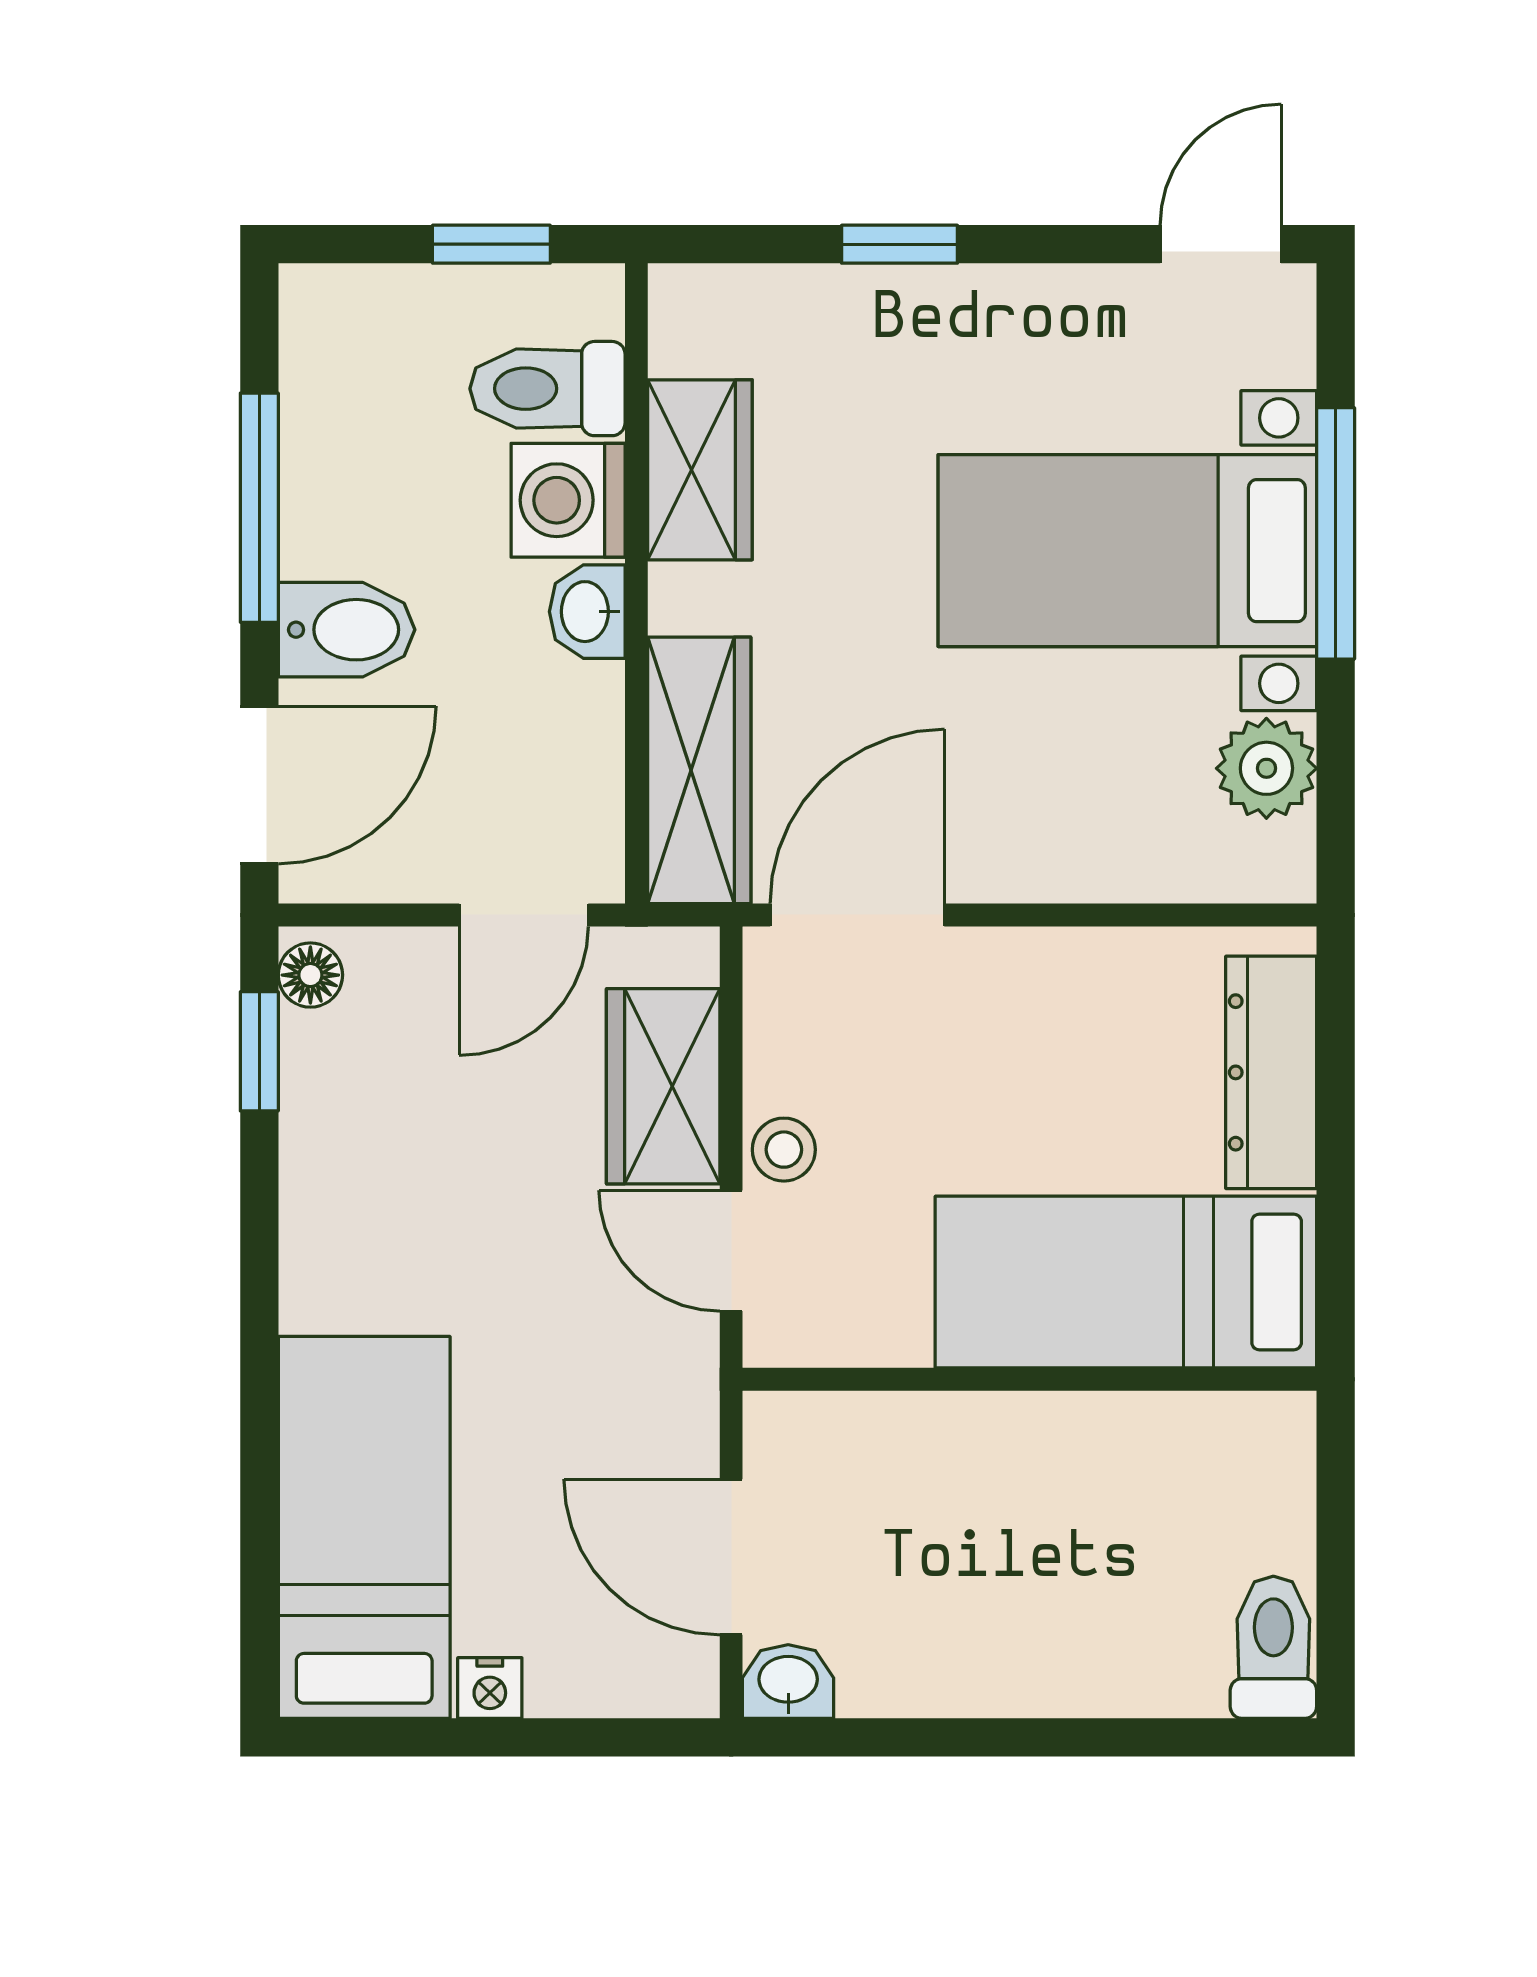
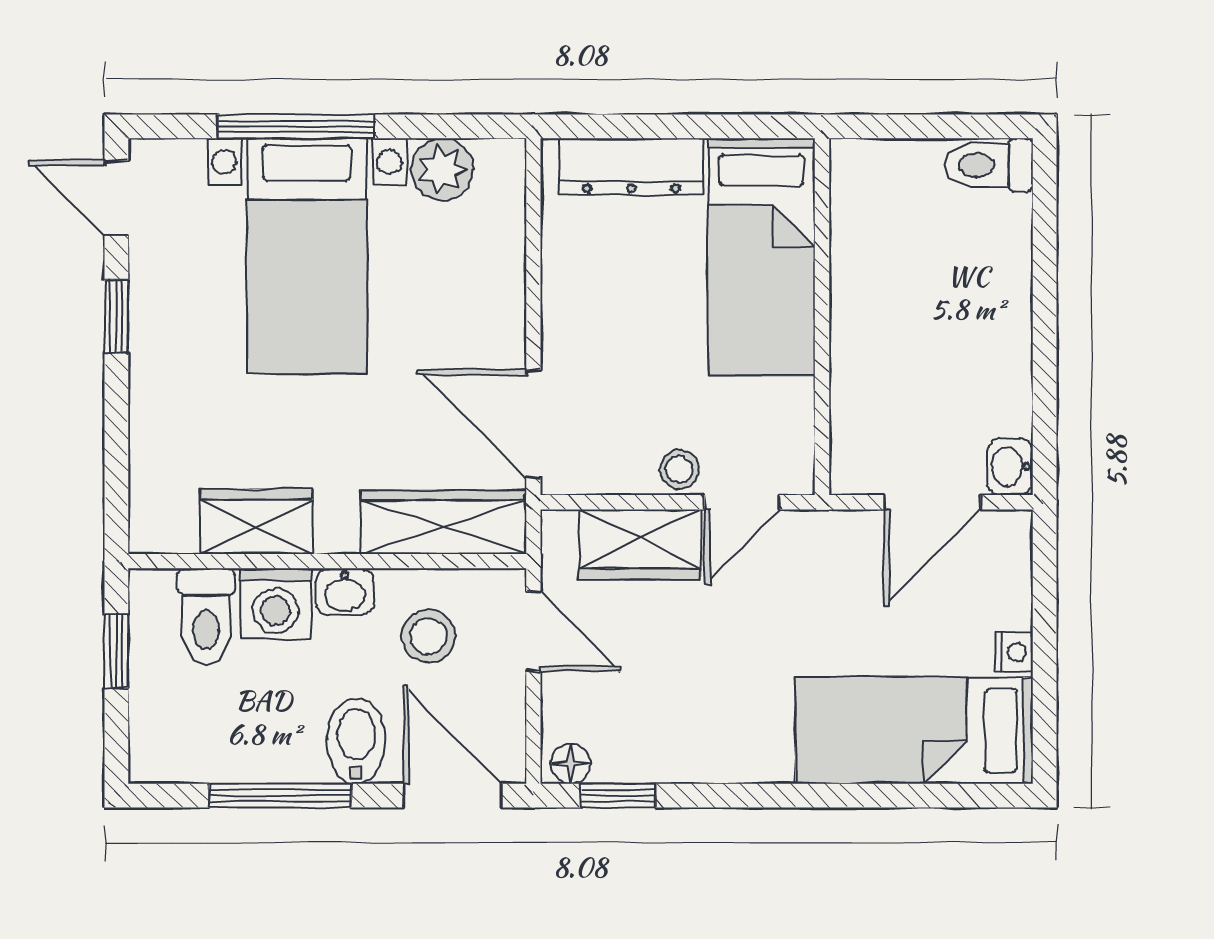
window: (900, 244) -> (116, 316), moved
stool: (516, 746) -> (428, 636), added

